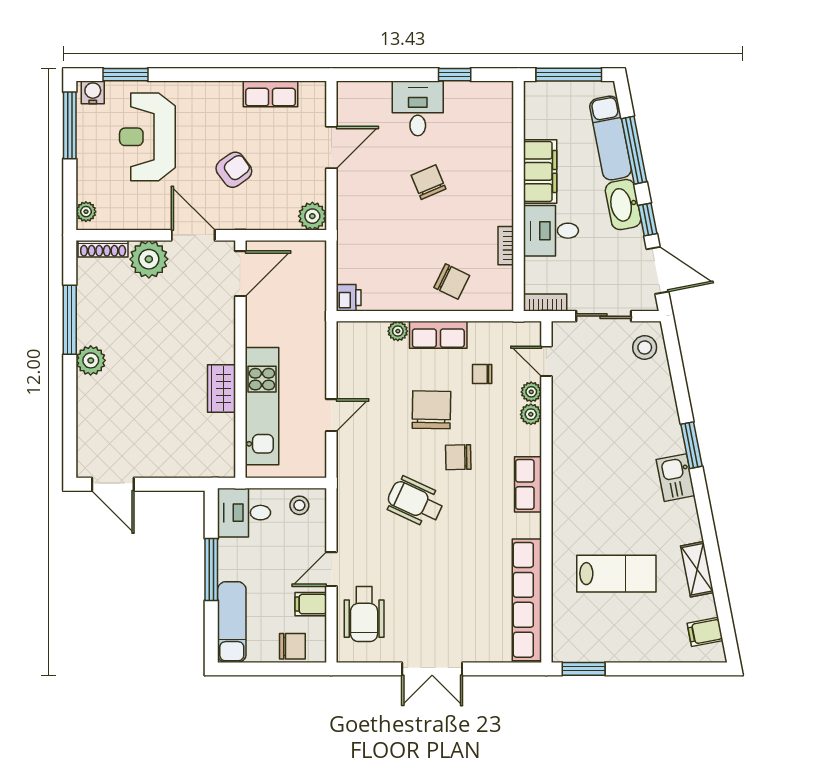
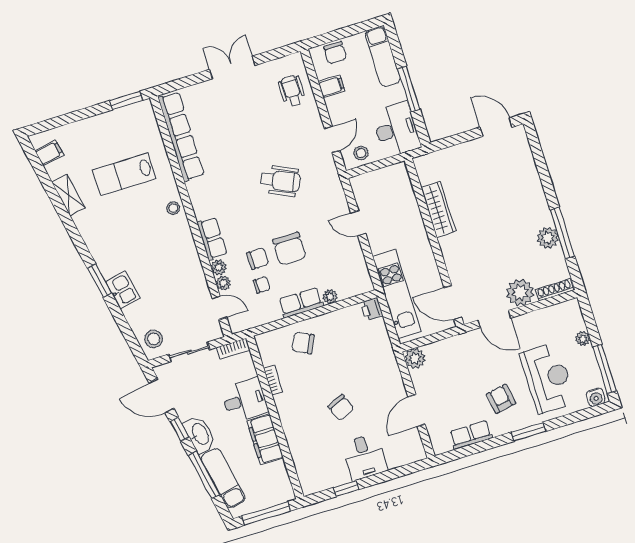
window: (126, 75) -> (528, 432), moved
armchair: (234, 170) -> (501, 399), moved, turned 116
plant: (86, 212) -> (583, 339), moved
door: (240, 274) -> (453, 302), hinge flipped
plant: (91, 360) -> (548, 238), moved
wardrobe: (221, 389) -> (438, 209), width x1.50
kitchen unit: (262, 406) -> (397, 294), moved, turned 180
door: (331, 415) -> (358, 223), hinge flipped
chair: (458, 457) -> (258, 259), moved
kitchen sink: (675, 478) -> (123, 290), moved
row of seats: (528, 484) -> (212, 239), moved
stool: (566, 510) -> (173, 208), added
desk: (244, 513) -> (396, 129), width x1.37
door: (331, 569) -> (332, 139), moved
wheelchair: (364, 614) -> (292, 91), width x0.73, depth x0.73
chair: (292, 646) -> (335, 53), turned -90

